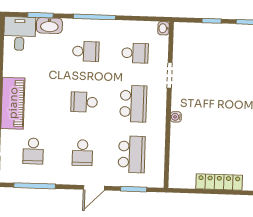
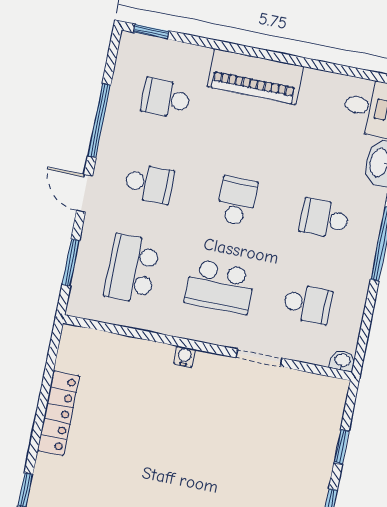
school desk: (86, 51) -> (325, 219), turned 90
school desk: (135, 53) -> (308, 304), turned -90
school desk: (82, 153) -> (149, 184), turned 180
school desk: (132, 154) -> (132, 269), turned 90
window: (35, 186) -> (99, 121), moved

